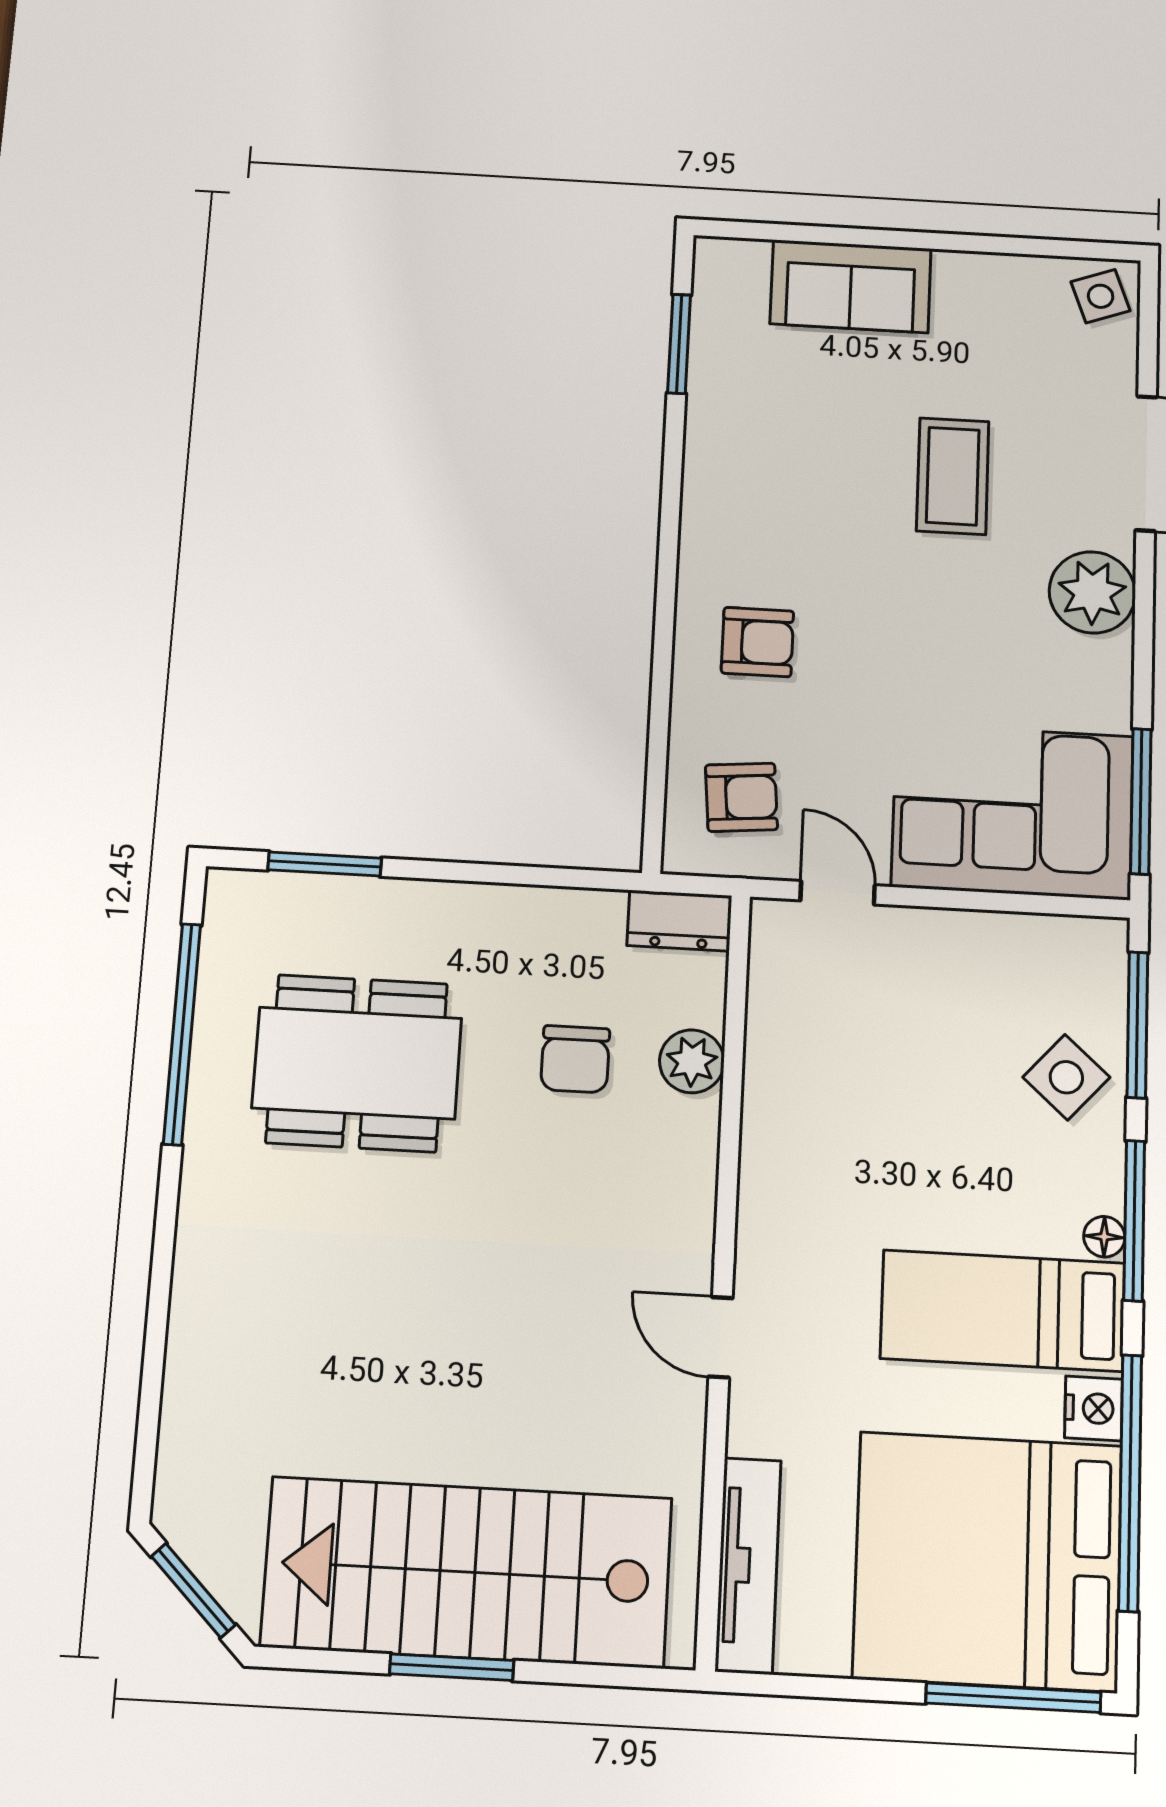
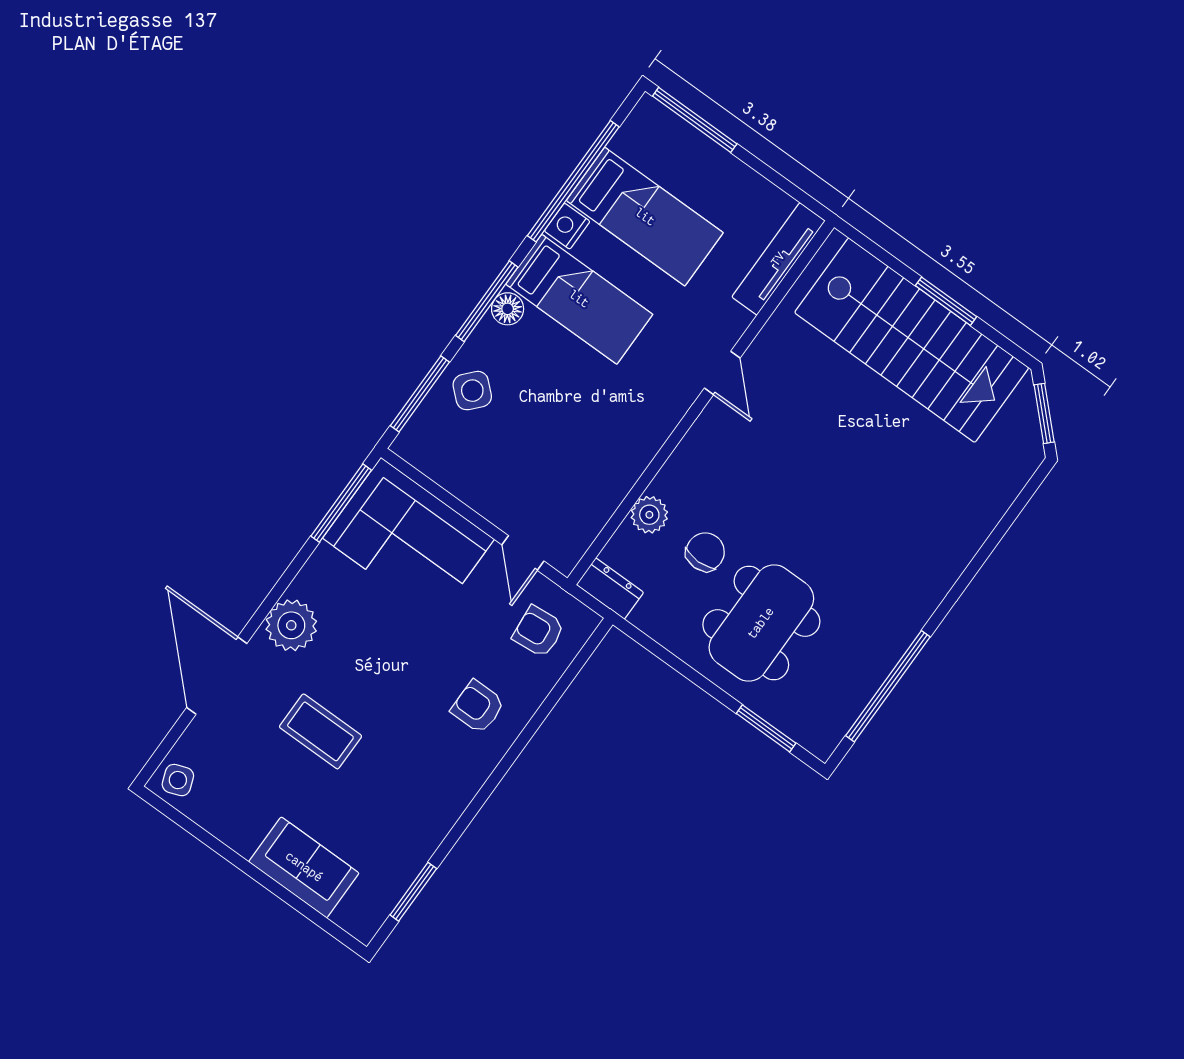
coffee table: (953, 476) -> (320, 731), turned 90
dining table: (357, 1063) -> (761, 623), moved, turned 90
floor lamp: (1104, 1237) -> (508, 309), width x1.37, depth x1.37
bed: (988, 1561) -> (645, 217), width x0.49

